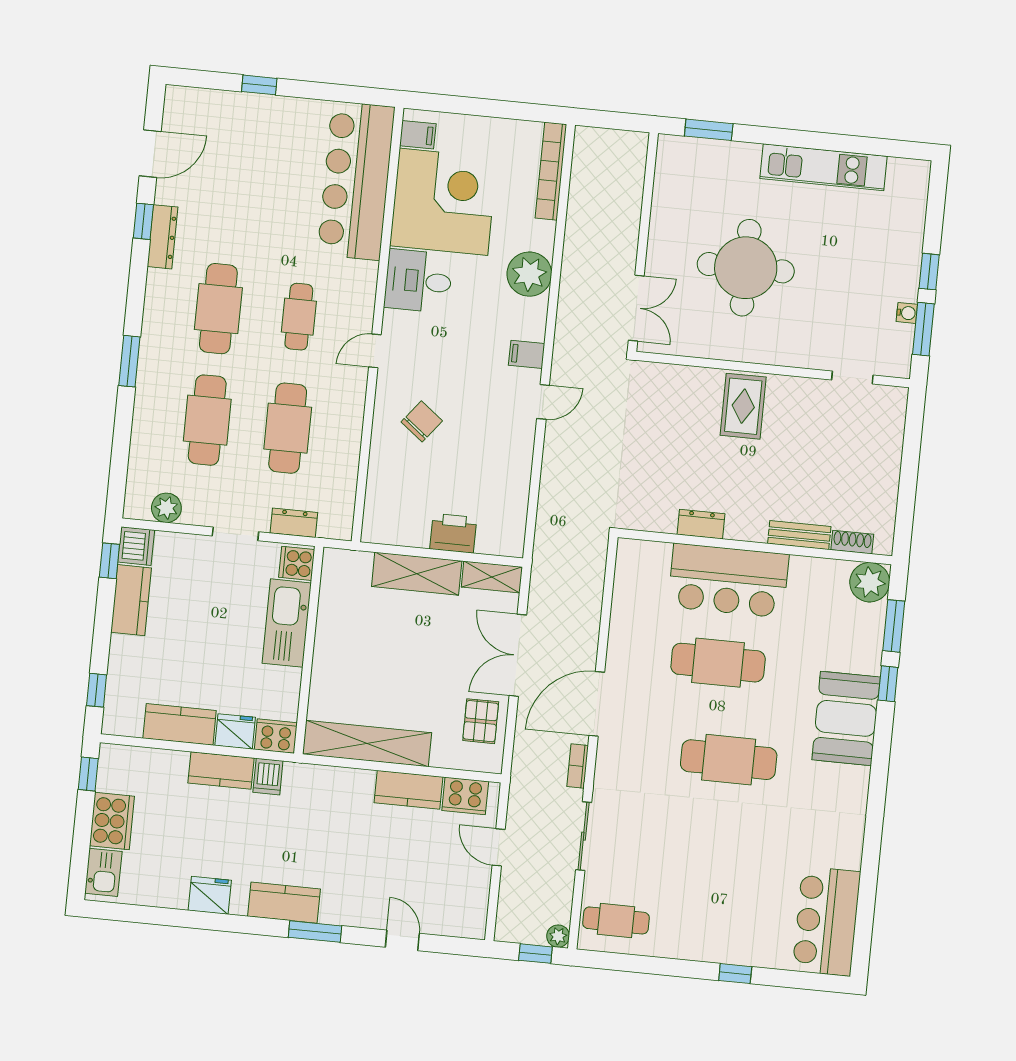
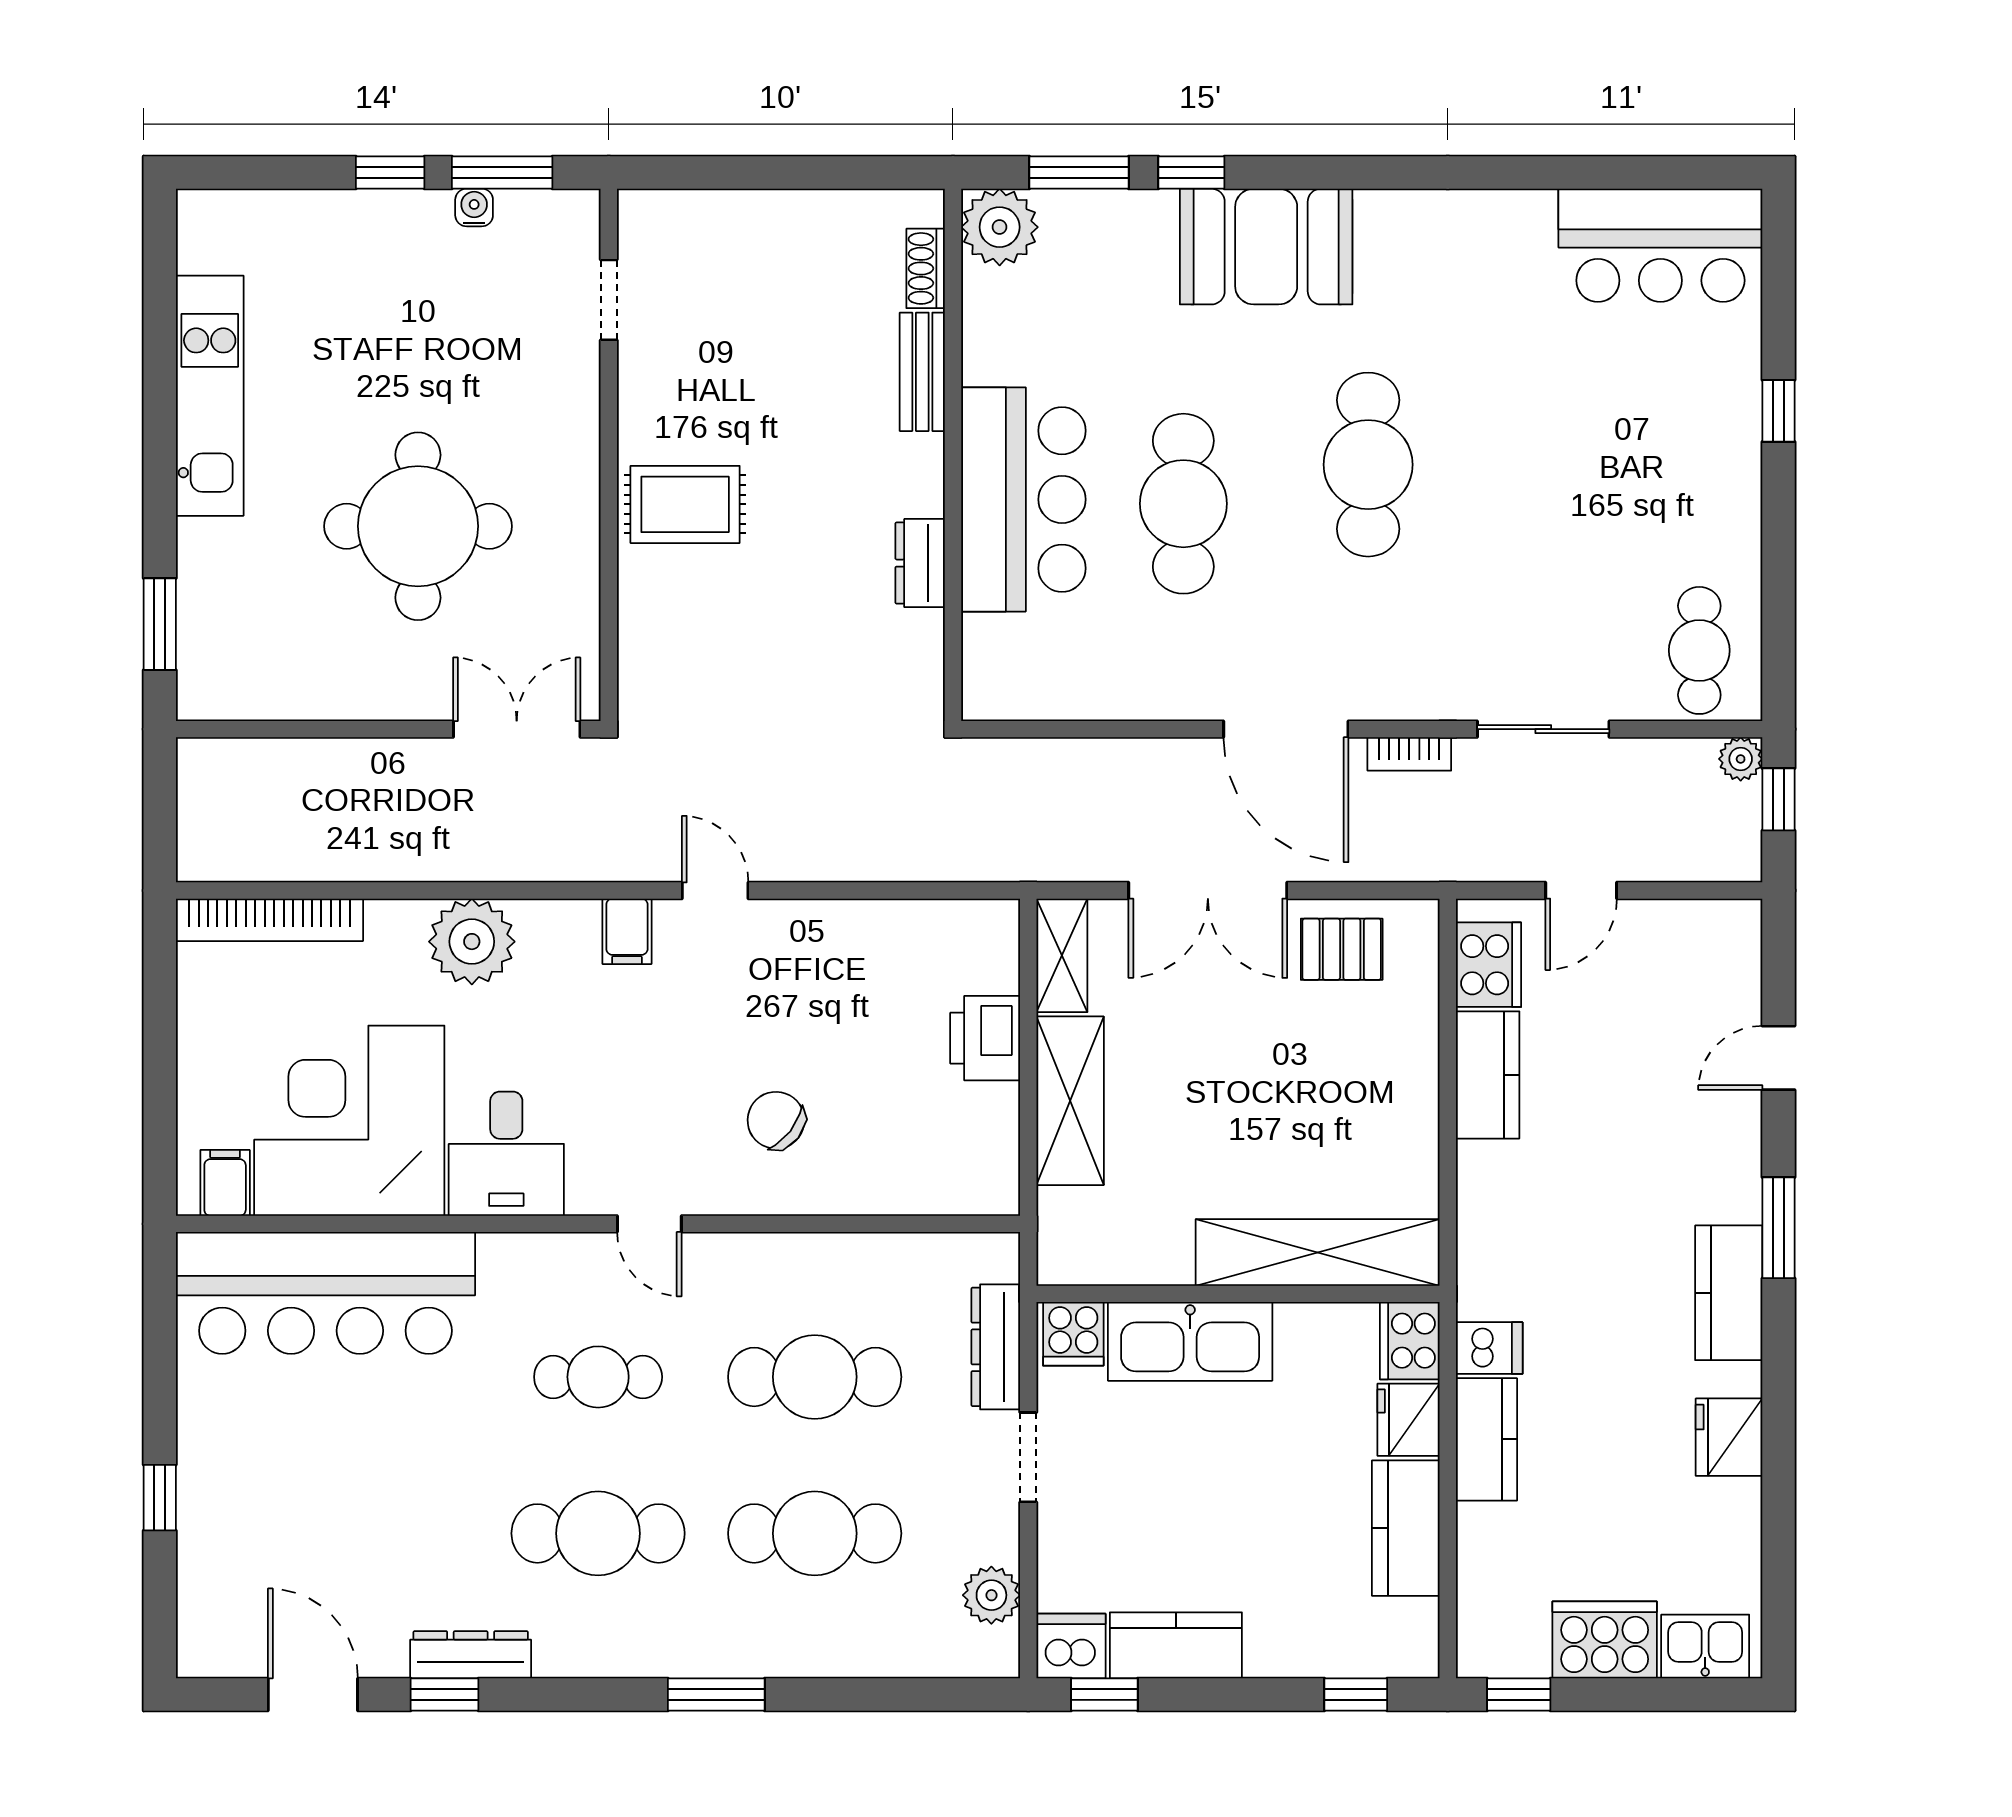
dresser: (294, 523) -> (996, 1347), width x1.44
shelving: (367, 743) -> (1318, 1252), moved, turned 90

